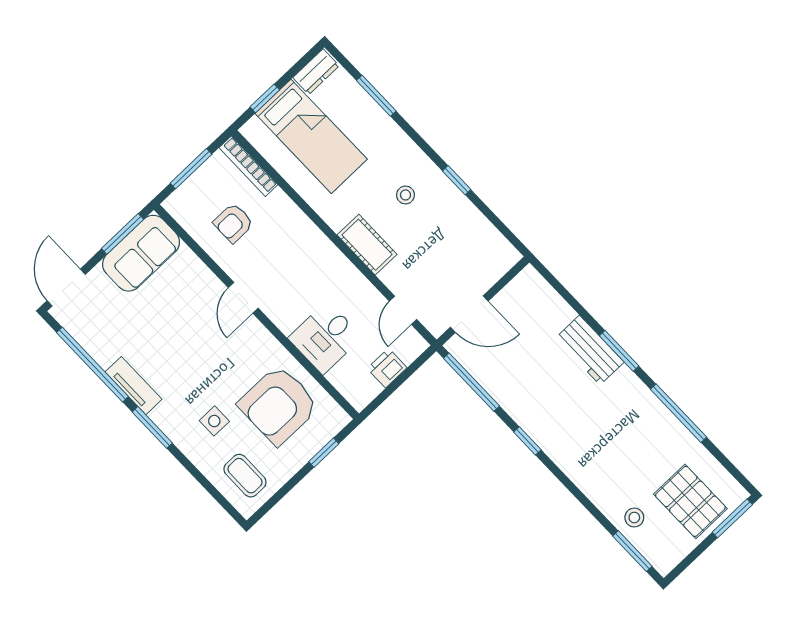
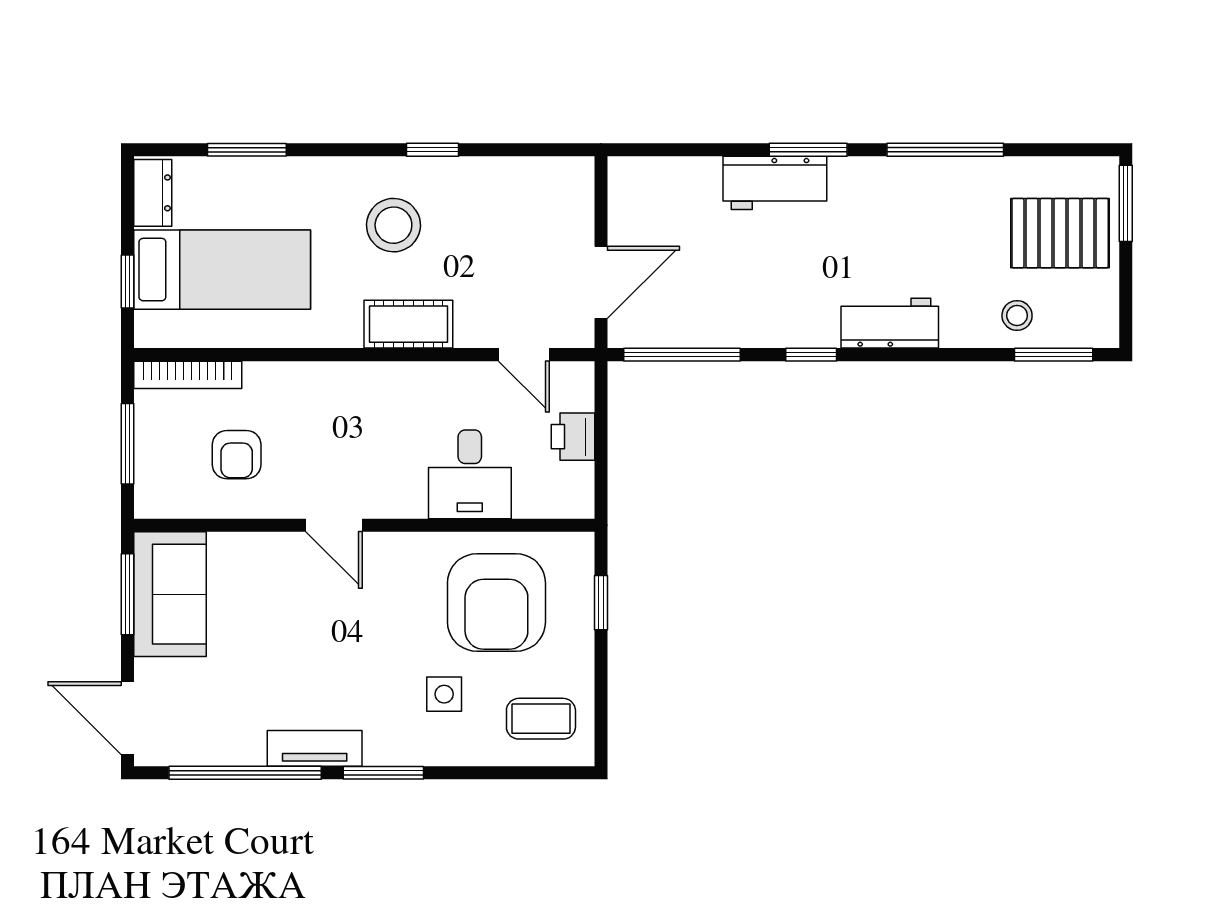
stool: (405, 195) -> (393, 225), width x1.89, depth x1.89
workbench: (576, 463) -> (890, 323), added

